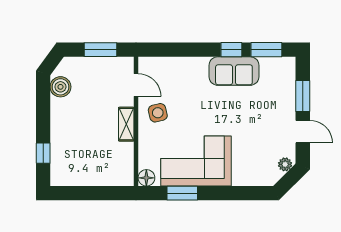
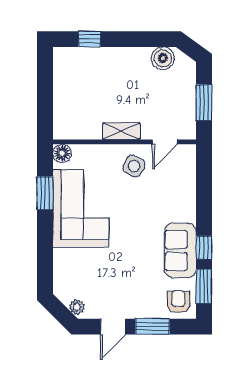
armchair: (280, 73) -> (178, 302), added
side table: (158, 113) -> (134, 166), turned 45

